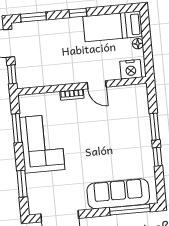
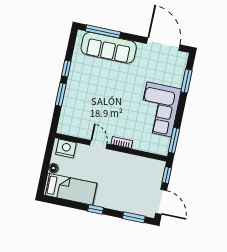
window: (17, 128) -> (174, 140), moved

